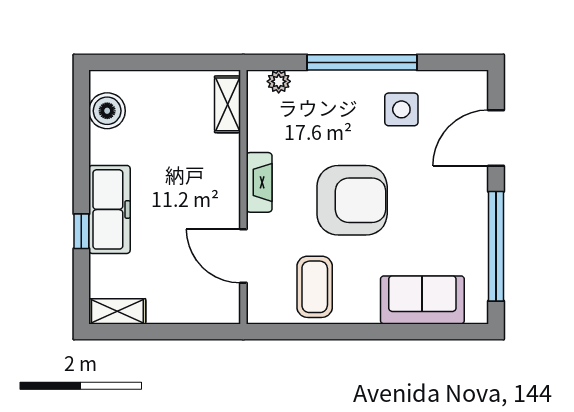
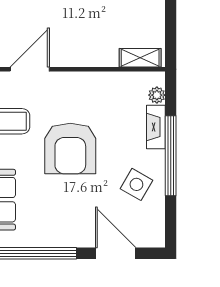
side table: (401, 109) -> (136, 184), turned 30
fireplace: (259, 182) -> (156, 127), moved, turned 90

